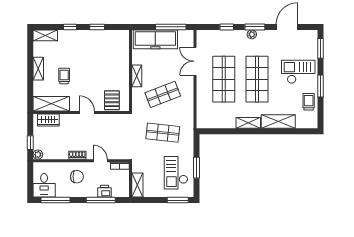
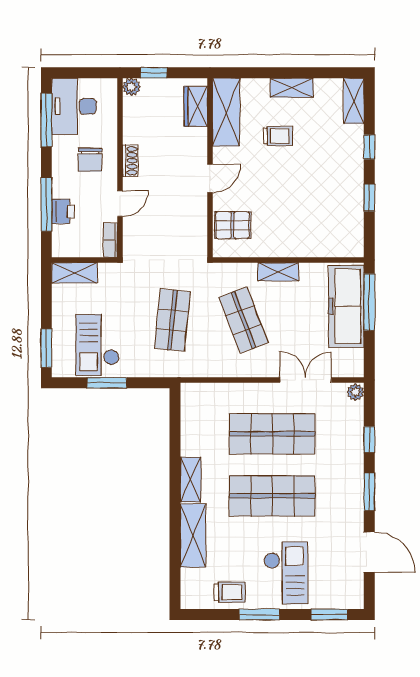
window: (171, 27) -> (369, 302), moved
plant: (252, 34) -> (356, 392), moved
checkout: (176, 173) -> (97, 345), turned -90
desk: (44, 185) -> (74, 106), width x1.37

